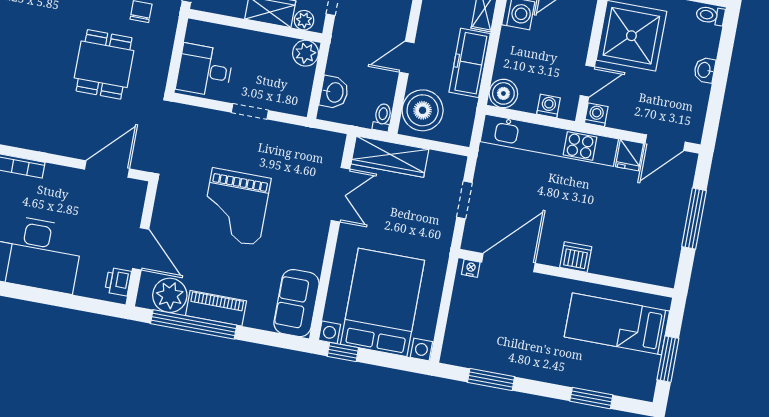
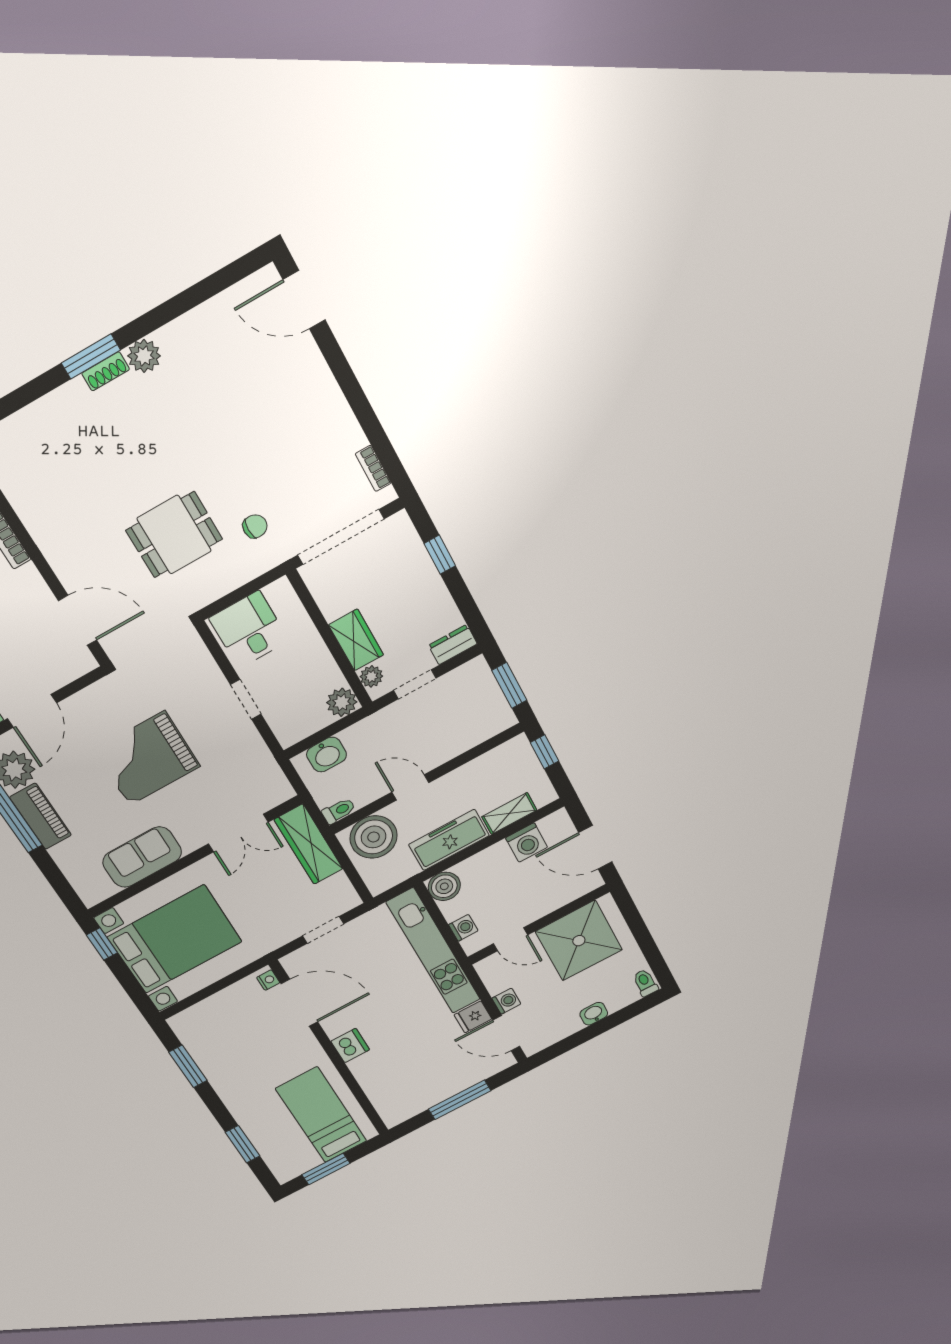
washing machine: (596, 115) -> (506, 1001), moved
sofa: (296, 303) -> (142, 857), moved

